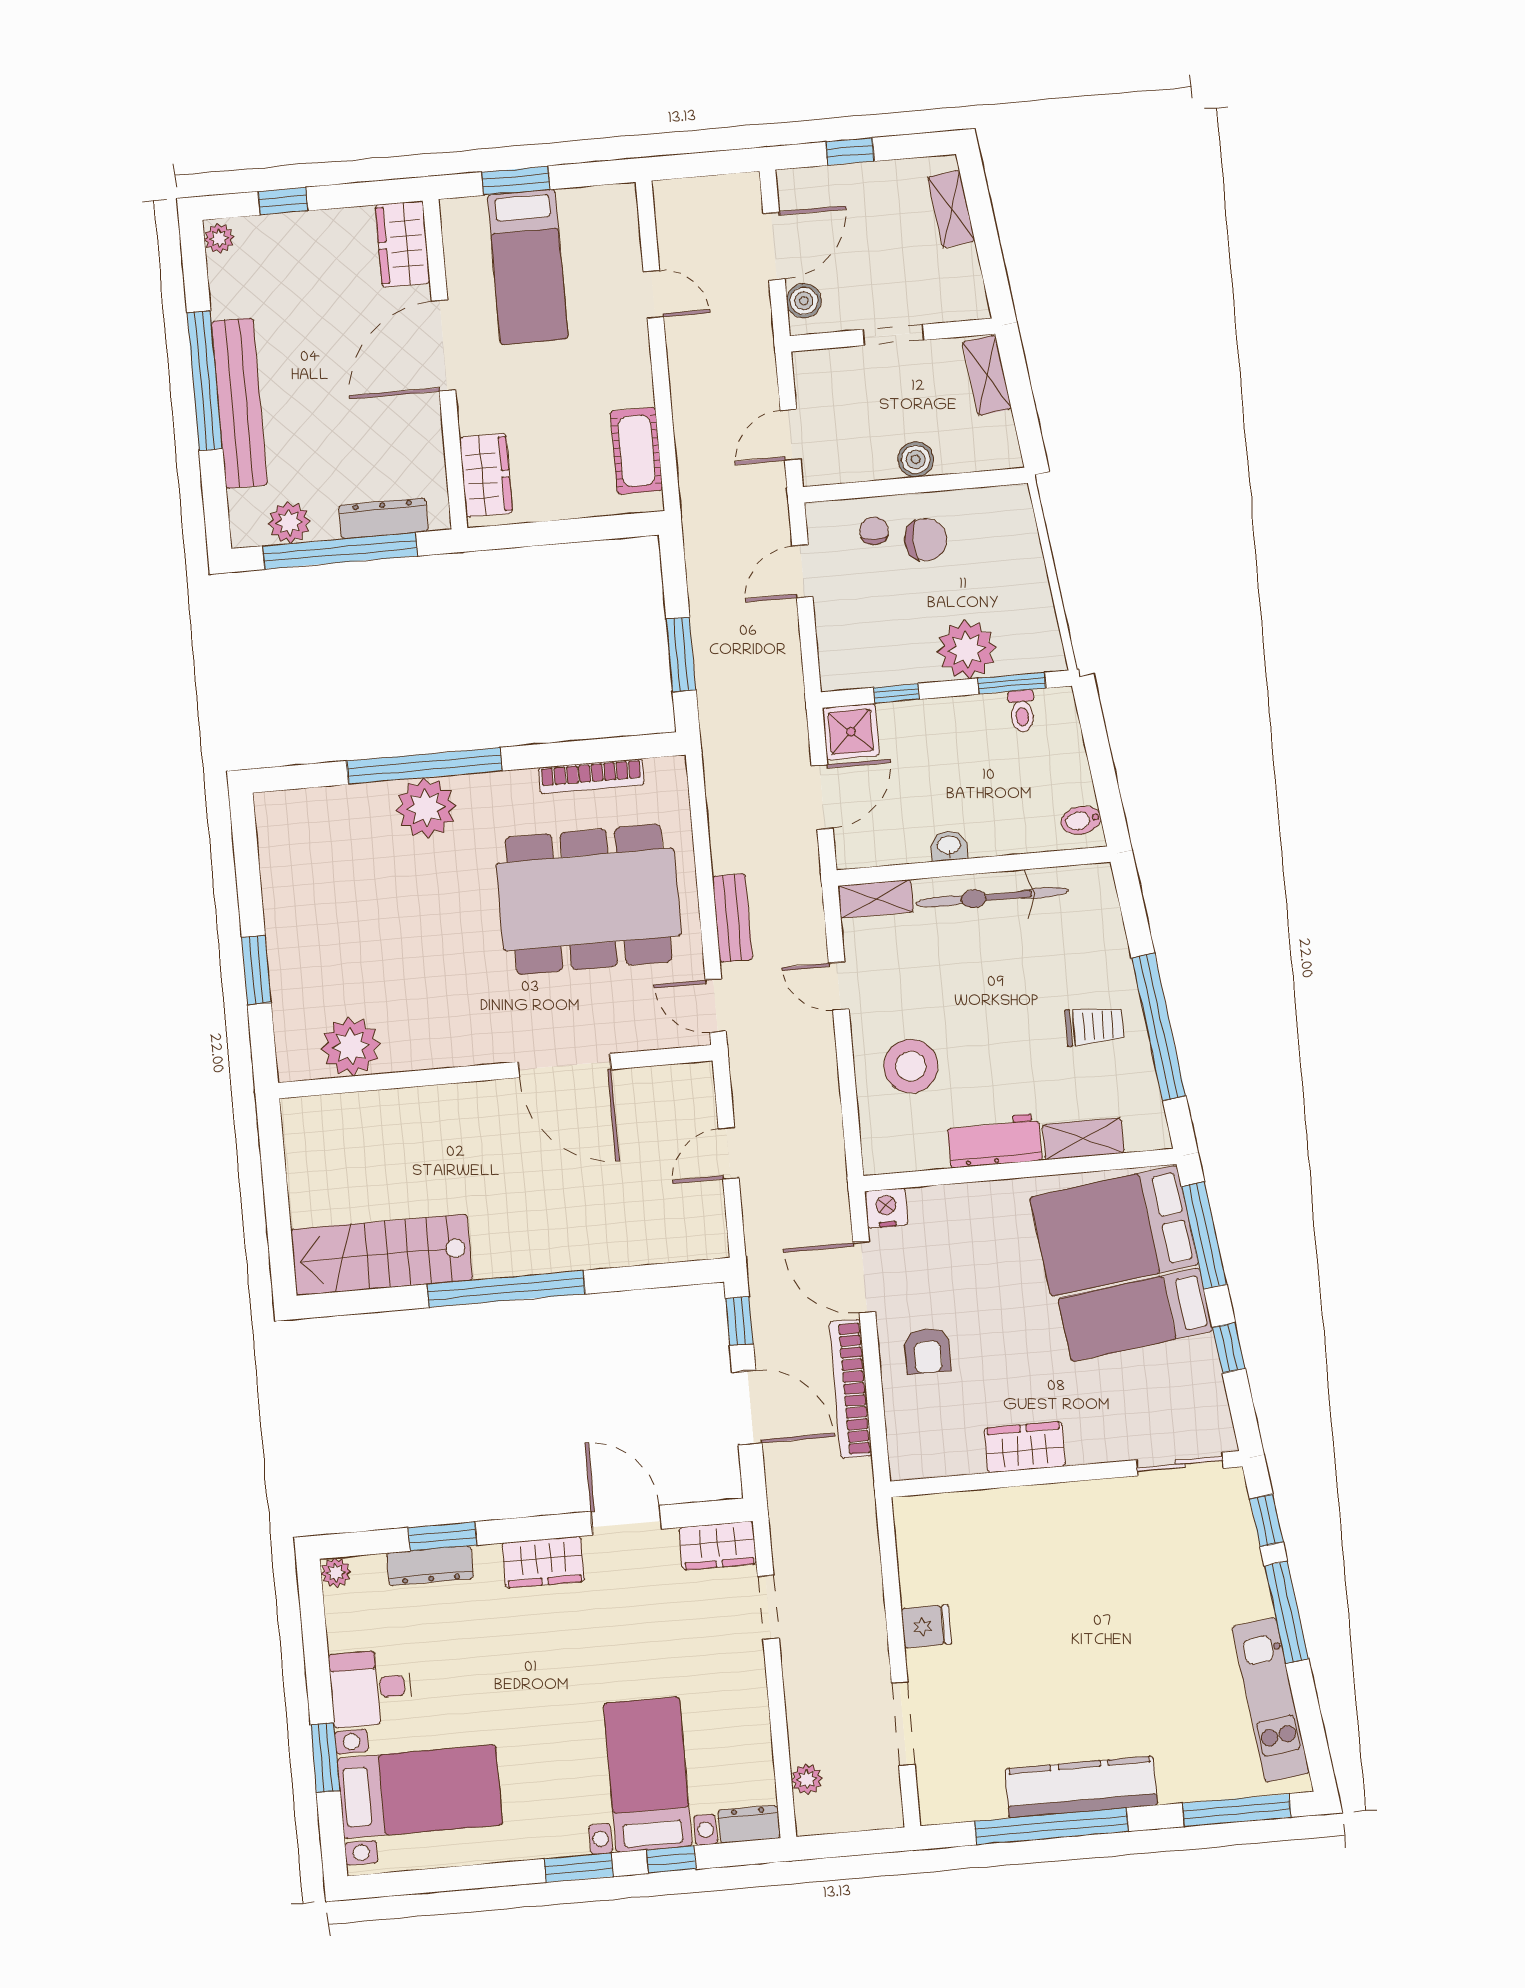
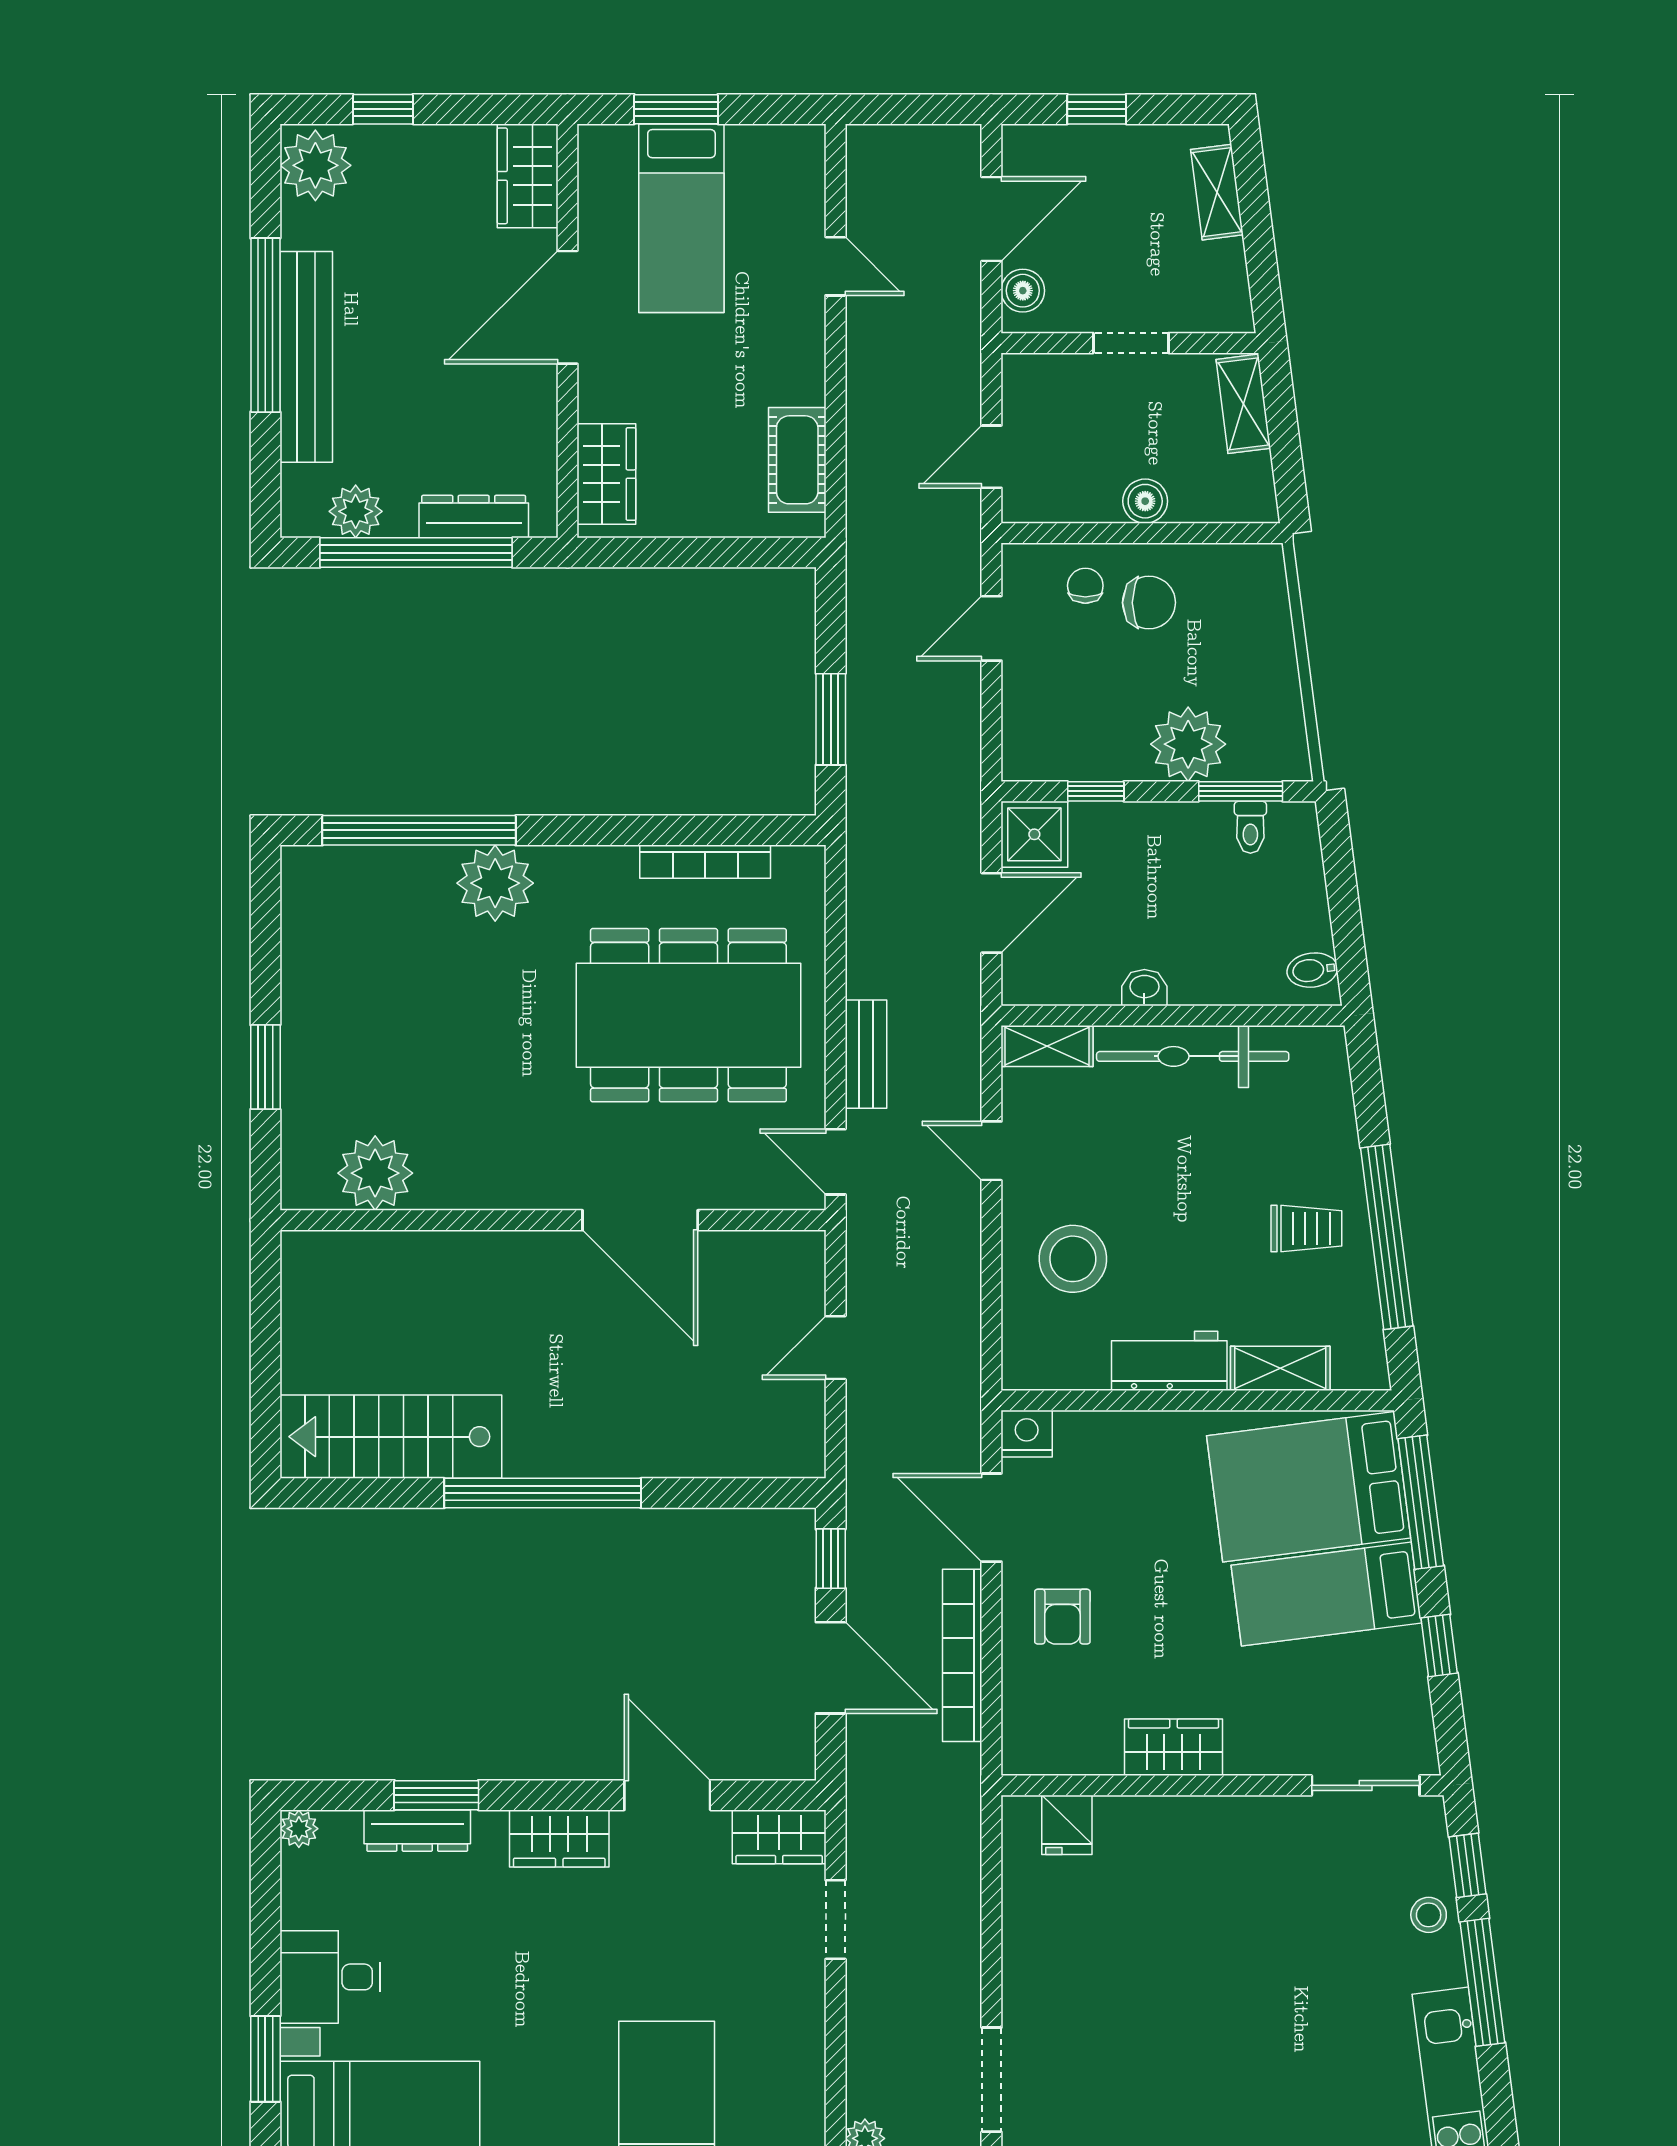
plant: (219, 238) -> (315, 165), width x1.88, depth x1.88
window: (424, 766) -> (419, 830), moved
stool: (1239, 1562) -> (1429, 1915), added
fridge: (926, 1626) -> (1067, 1825), moved, turned 90

